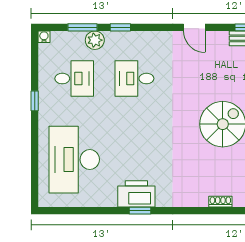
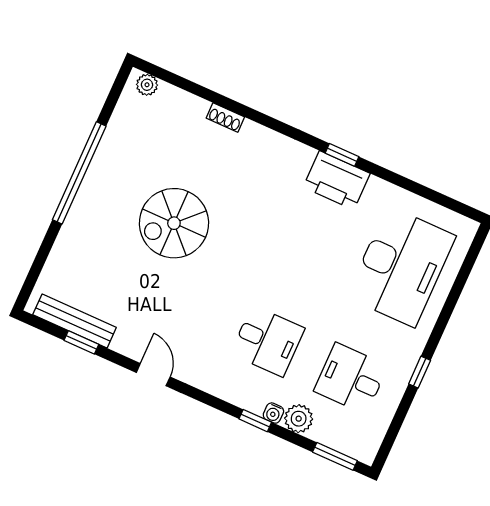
window: (83, 27) -> (335, 456), moved
water cooler: (44, 37) -> (273, 413), moved

